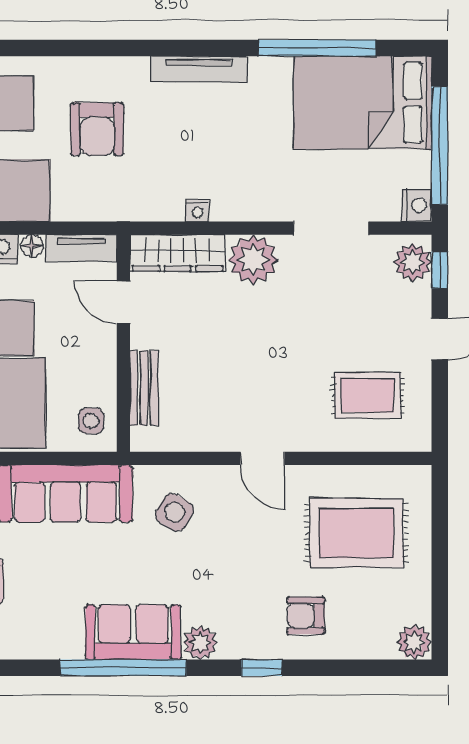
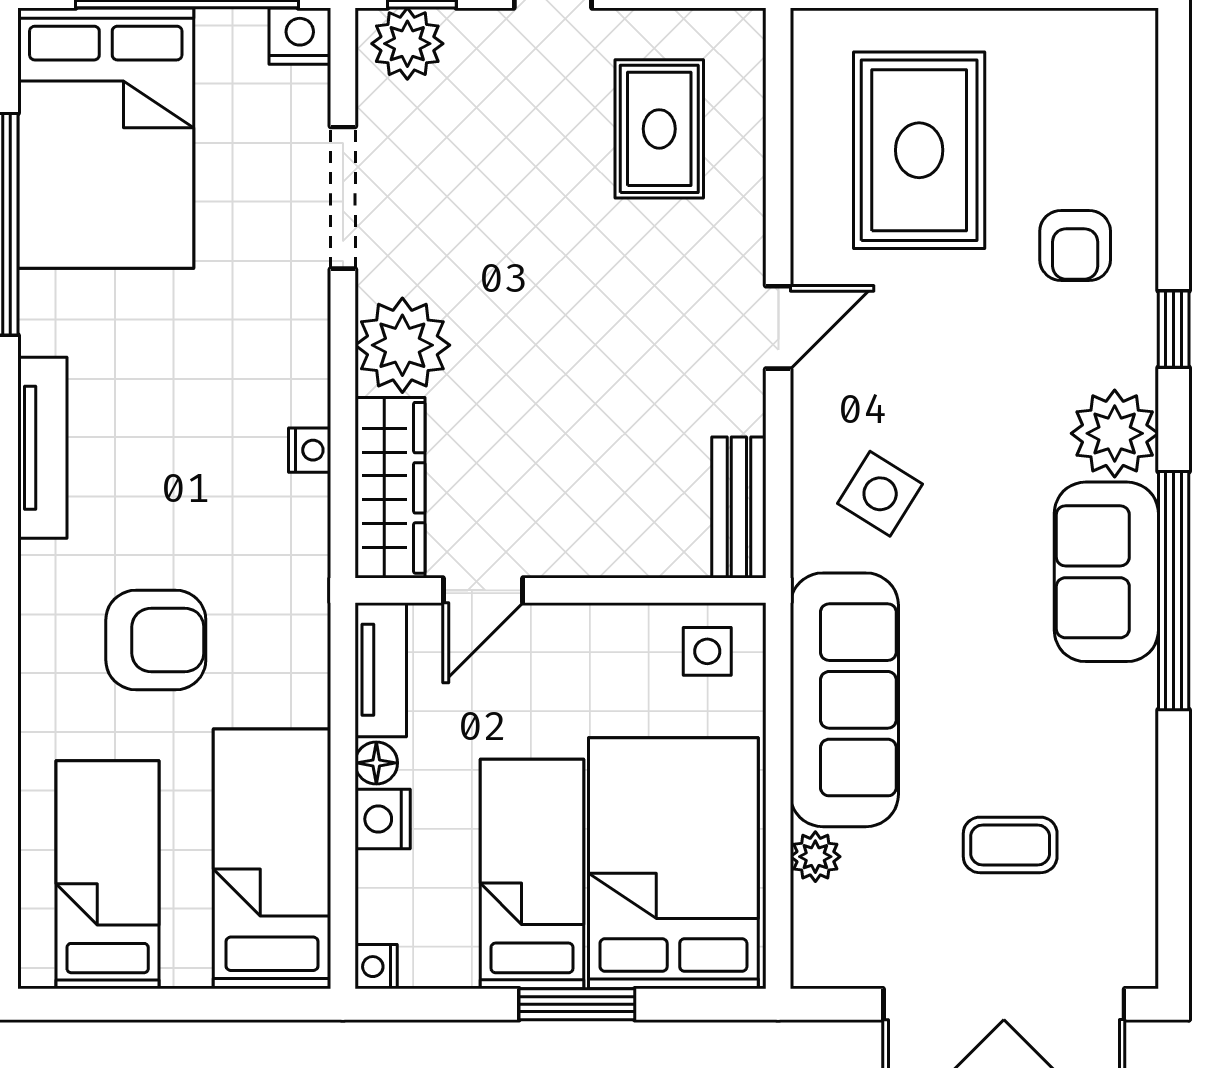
bench: (144, 388) -> (739, 508), moved, turned 90
plant: (414, 642) -> (1125, 41), removed
plant: (200, 643) -> (1115, 433), width x1.36, depth x1.36

